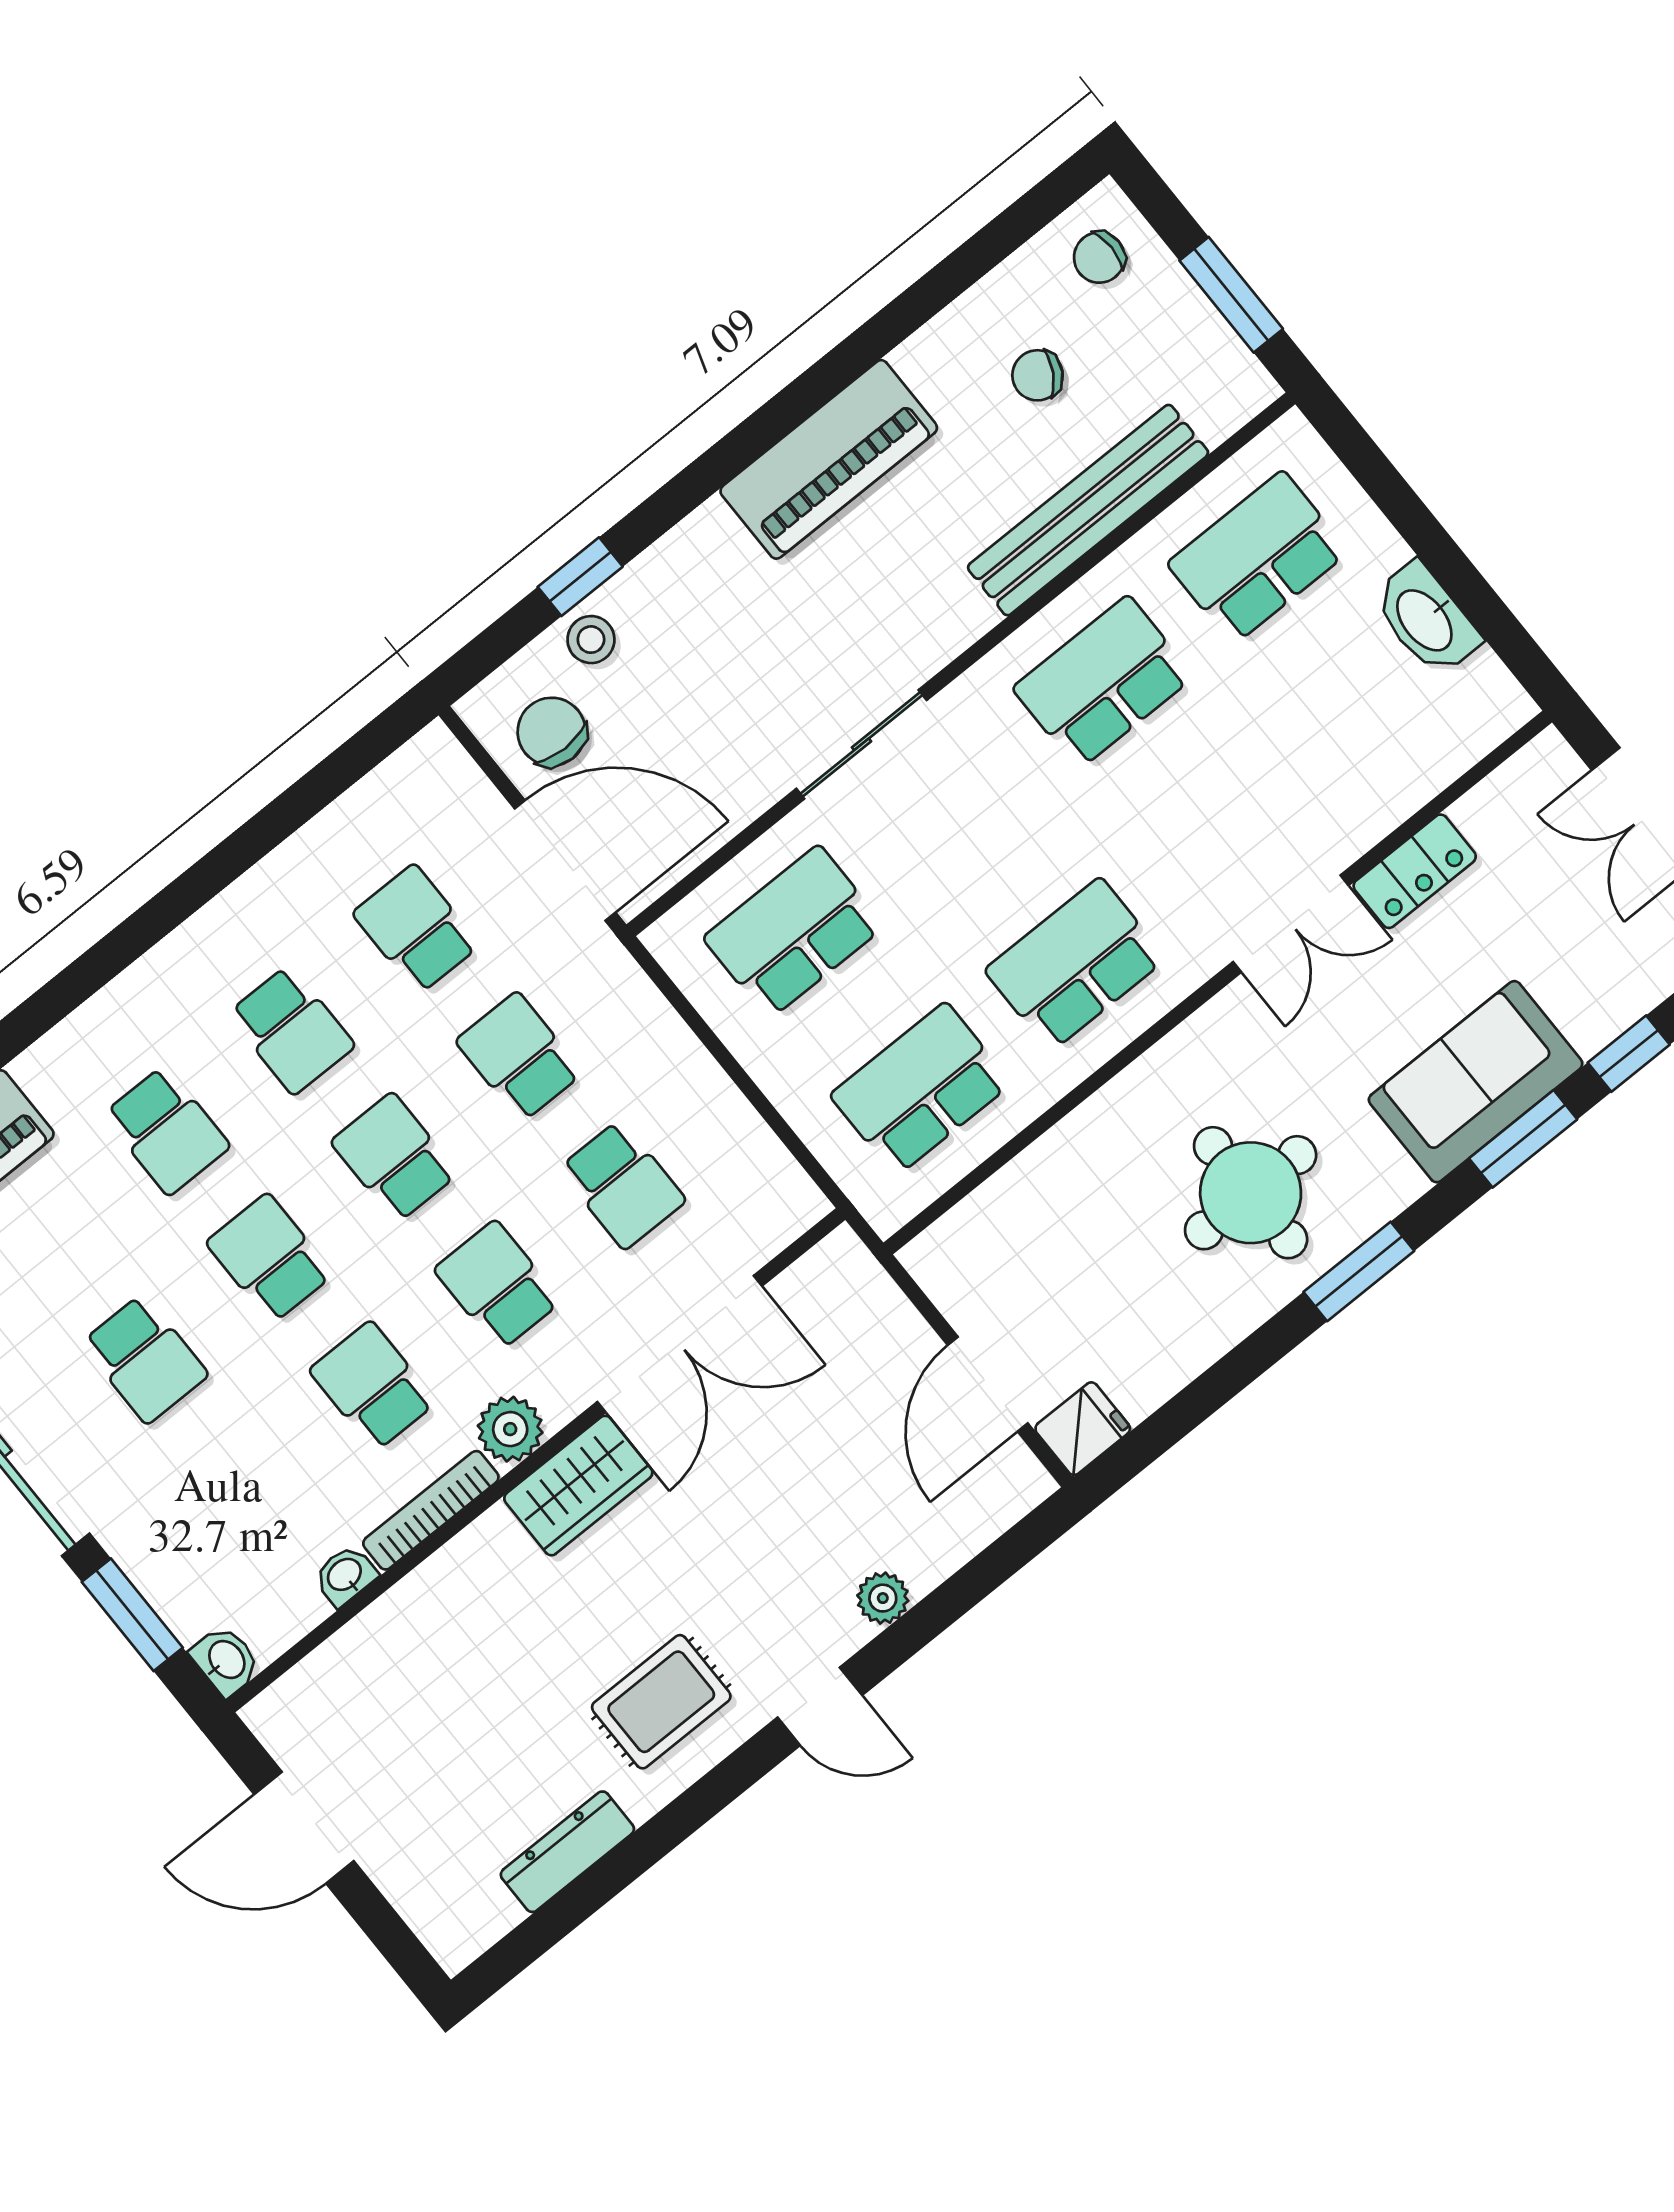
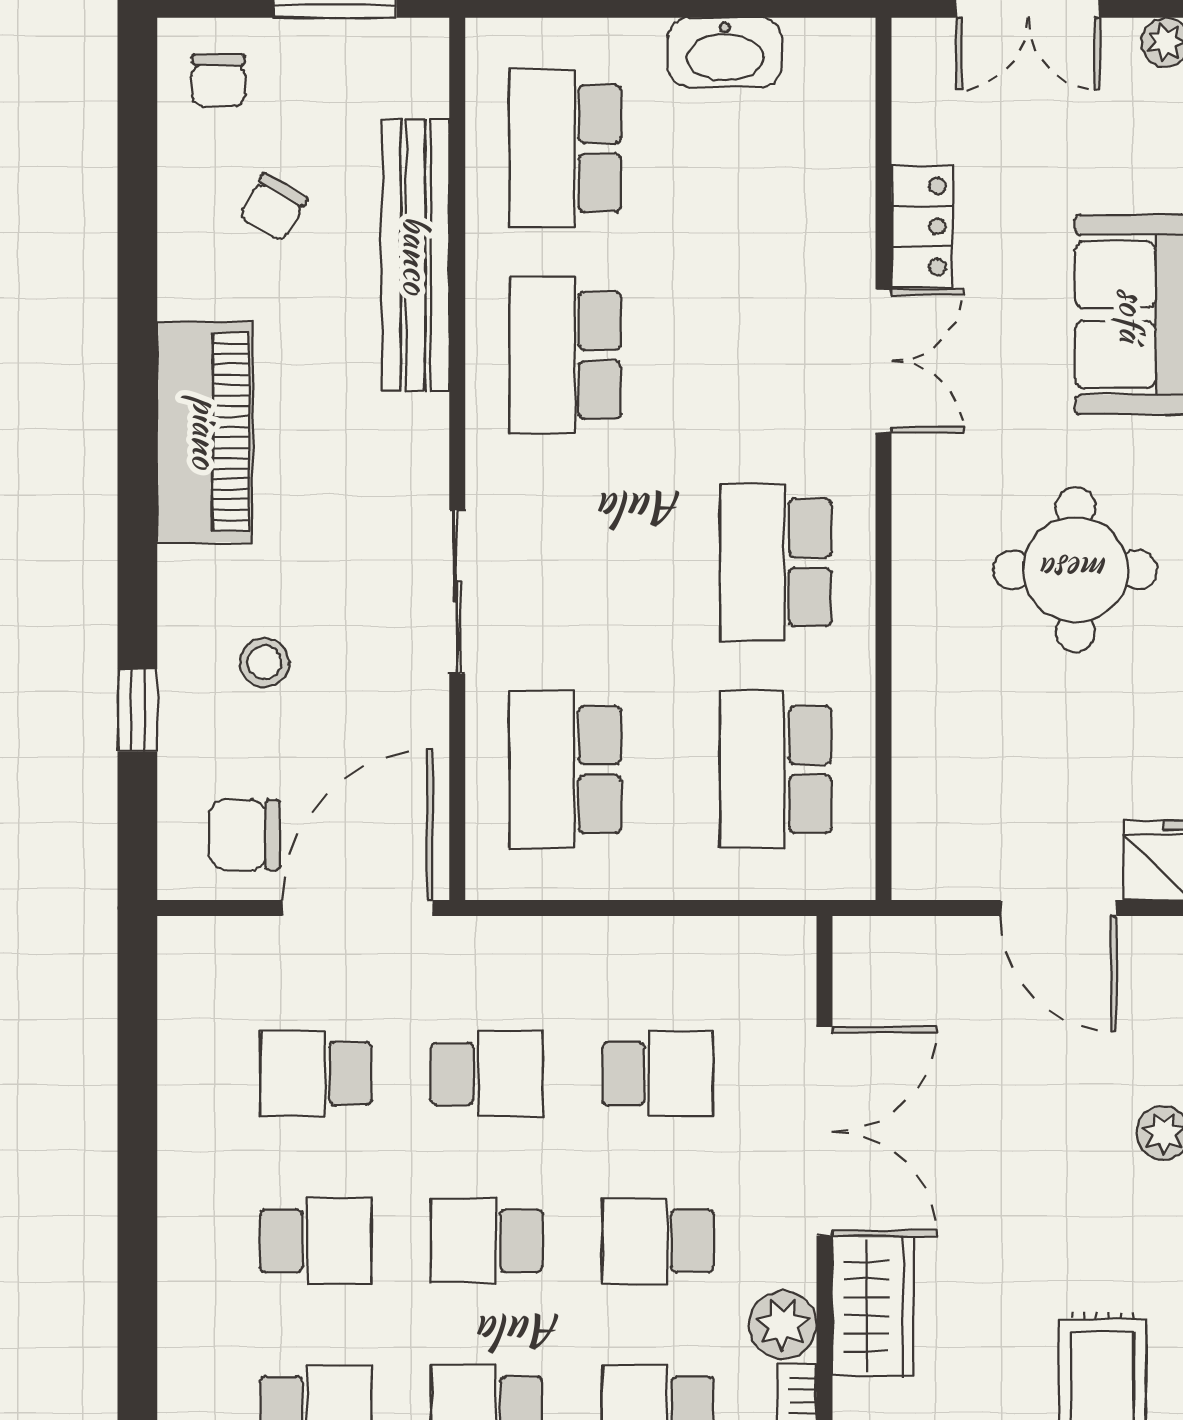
stool: (591, 640) -> (264, 663), moved
school desk: (519, 1057) -> (487, 1074), turned 180

